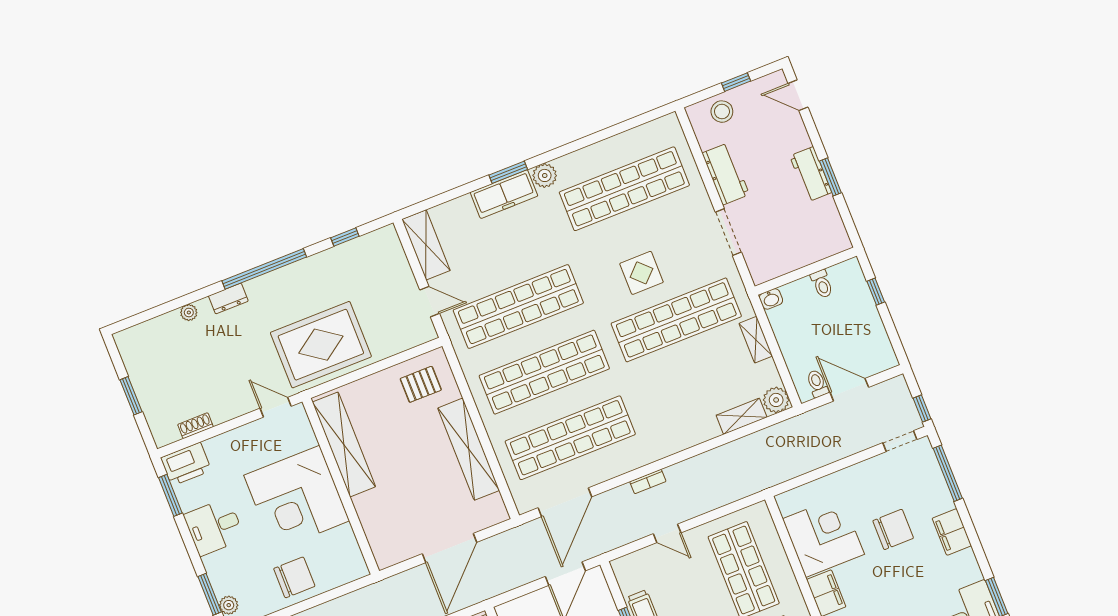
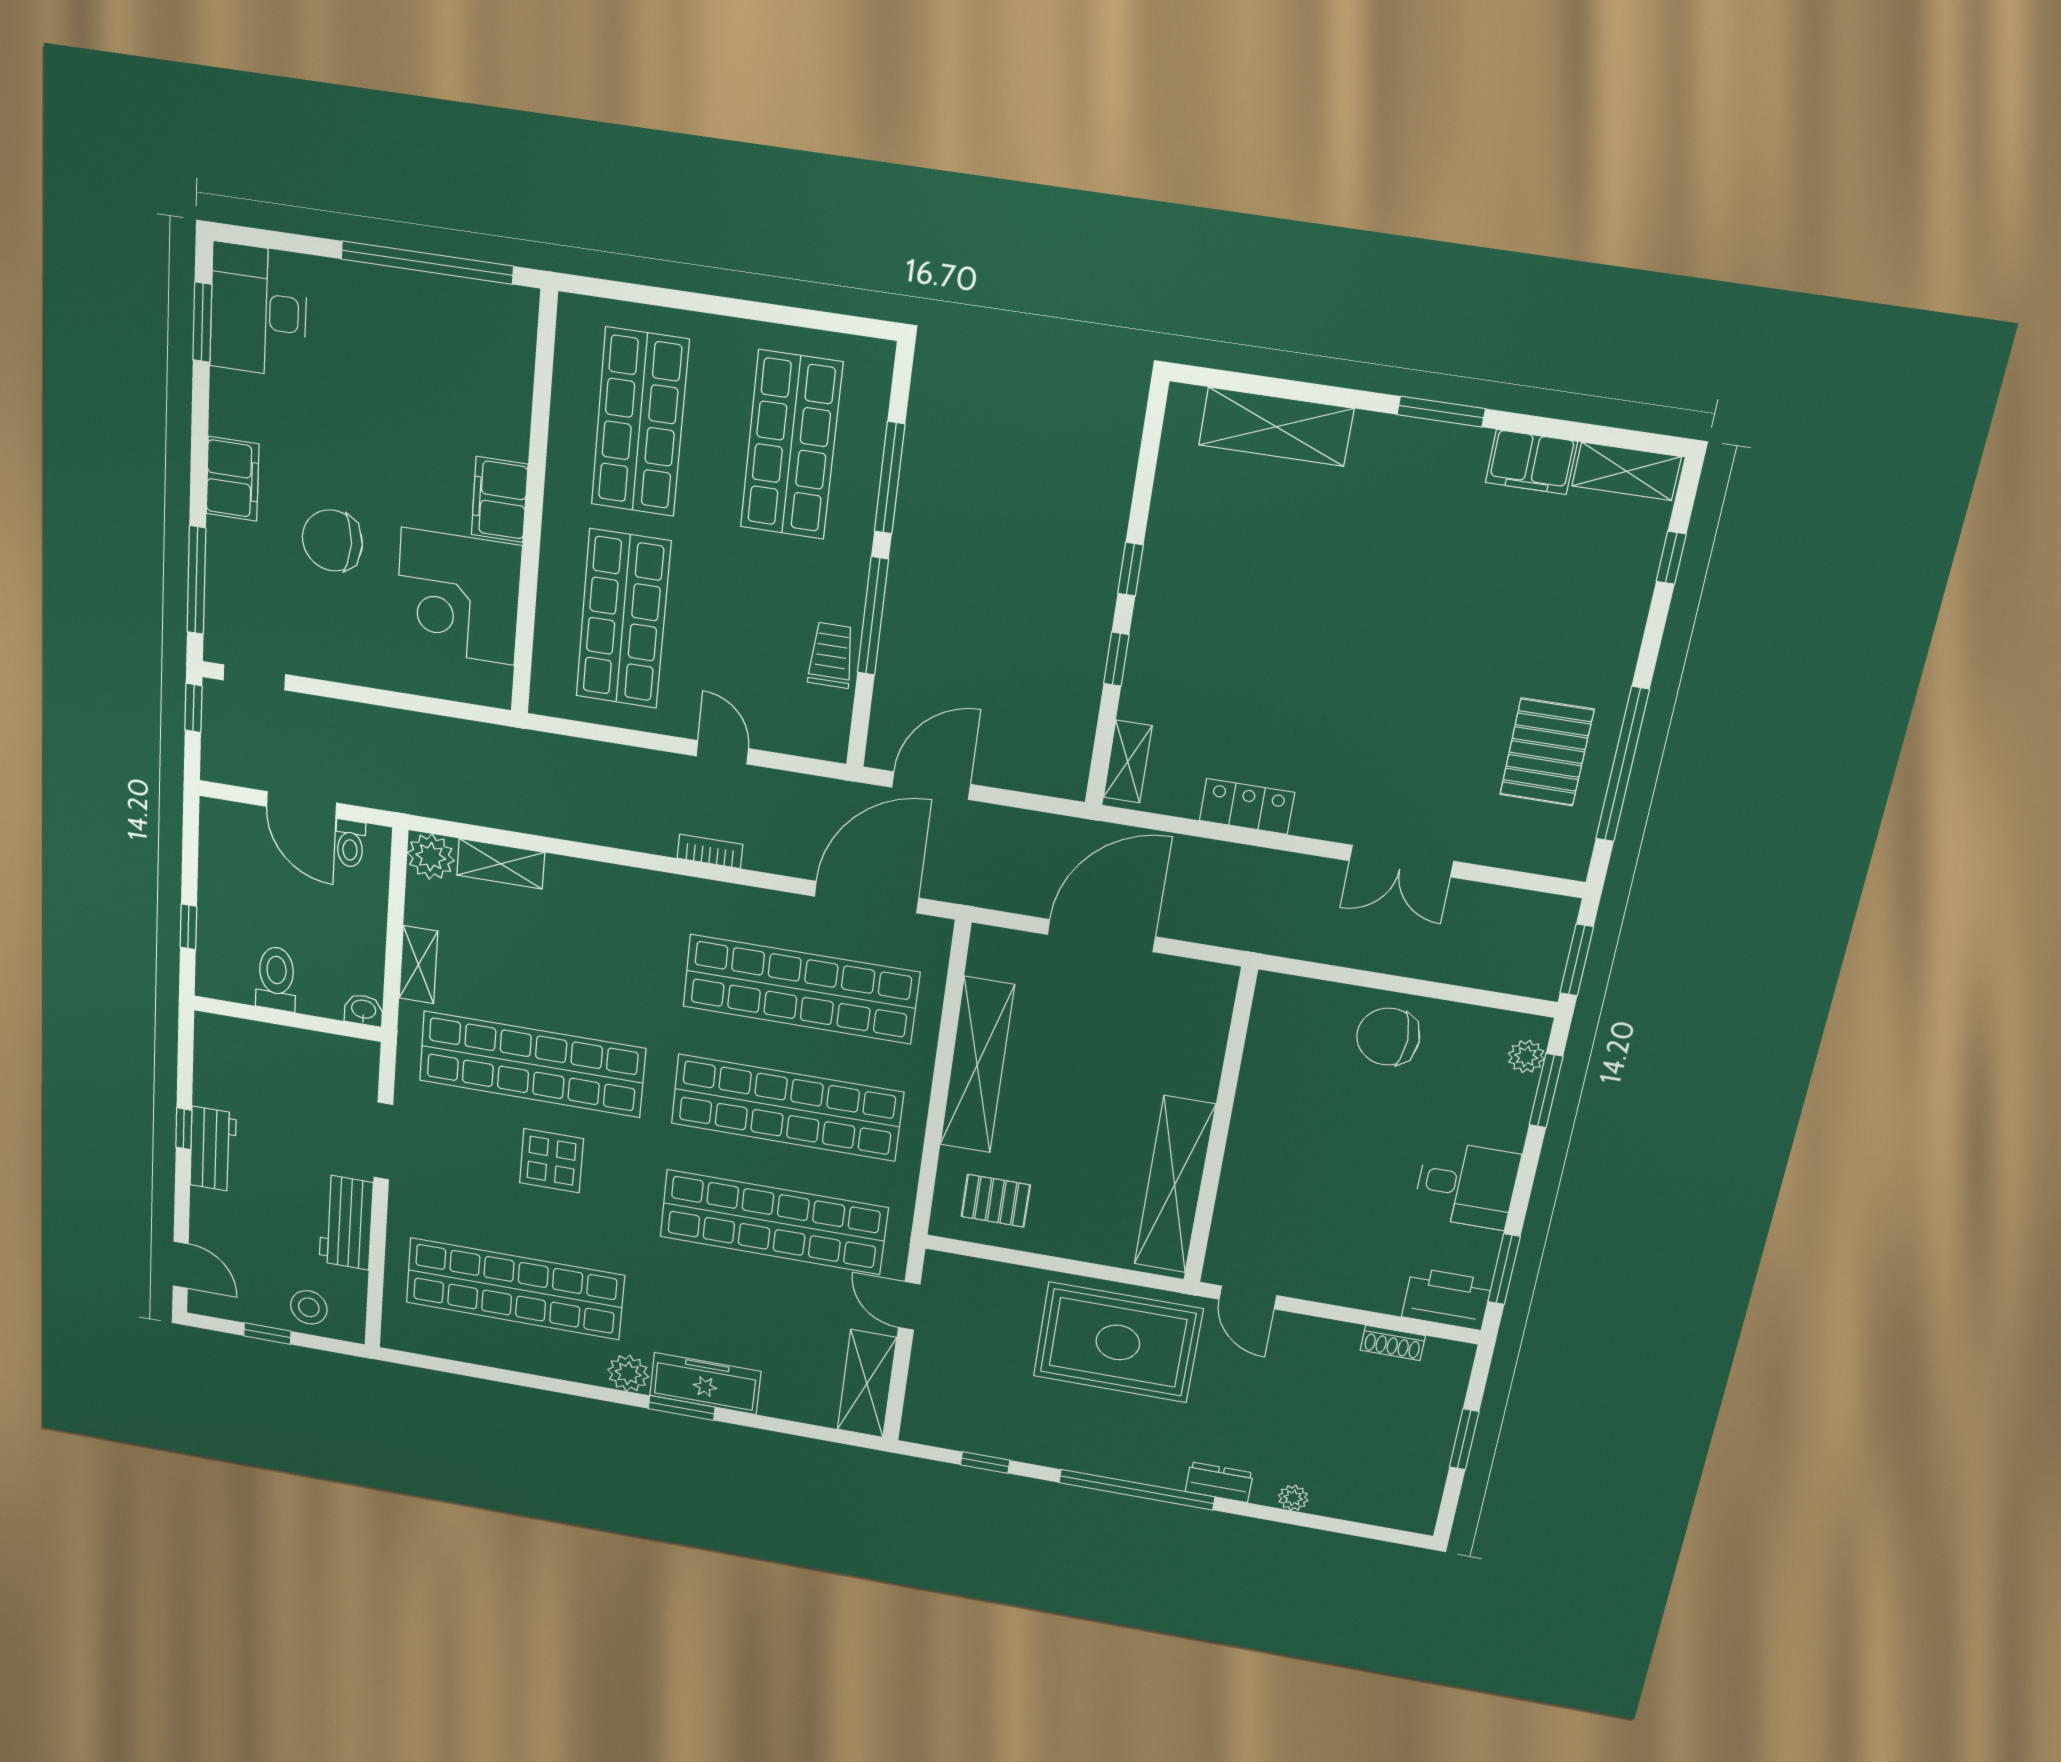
window: (830, 177) -> (184, 1129), width x0.67
toilet: (822, 284) -> (276, 979), width x1.37, depth x1.39
corner desk: (297, 498) -> (1303, 1151), removed

